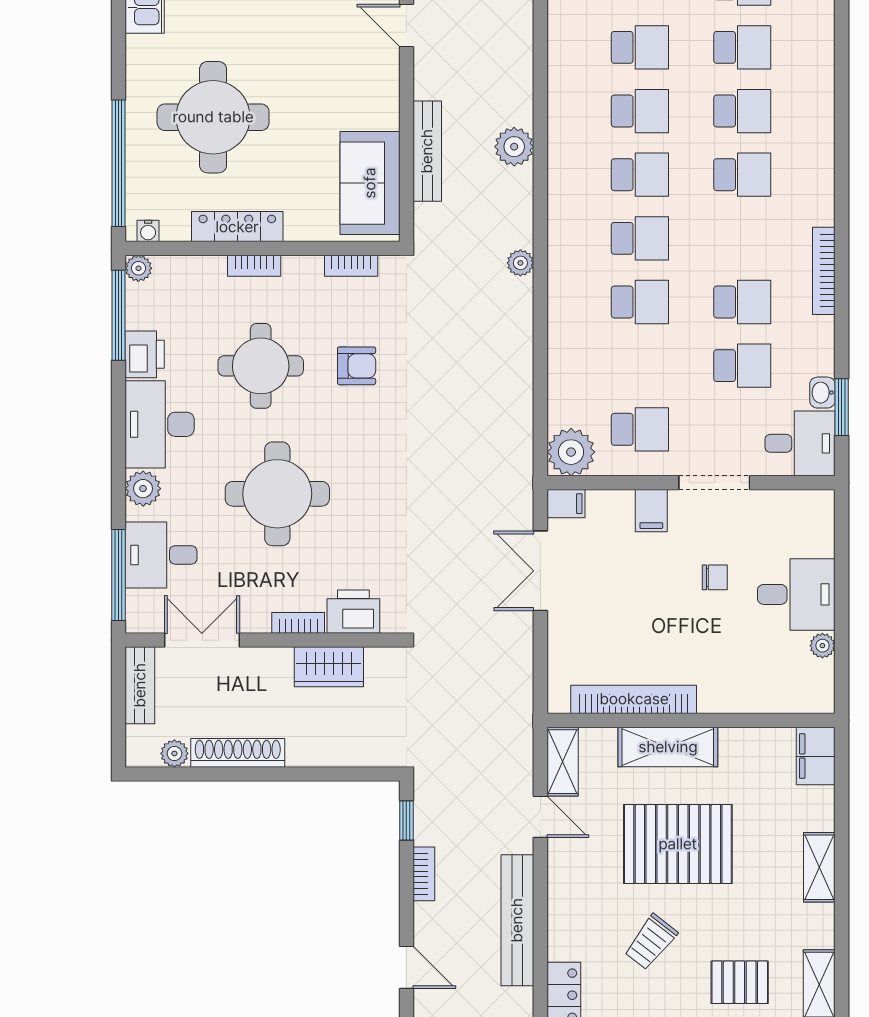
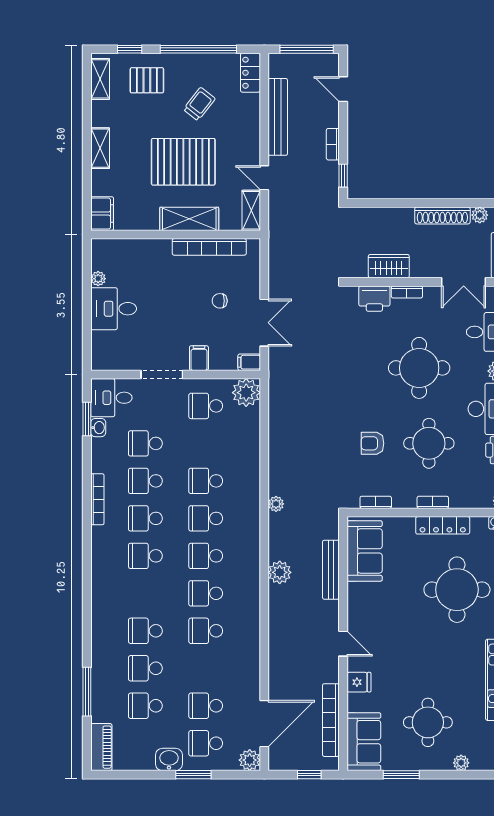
school desk: (742, 111) -> (145, 518), moved
chair: (715, 577) -> (220, 301), moved

